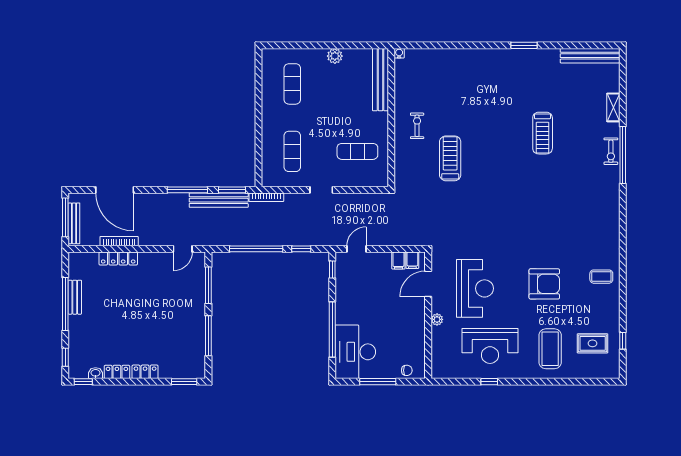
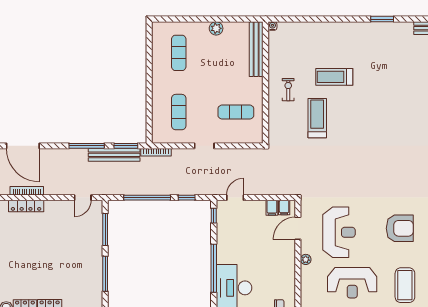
treadmill: (543, 133) -> (334, 77), moved, turned 90

